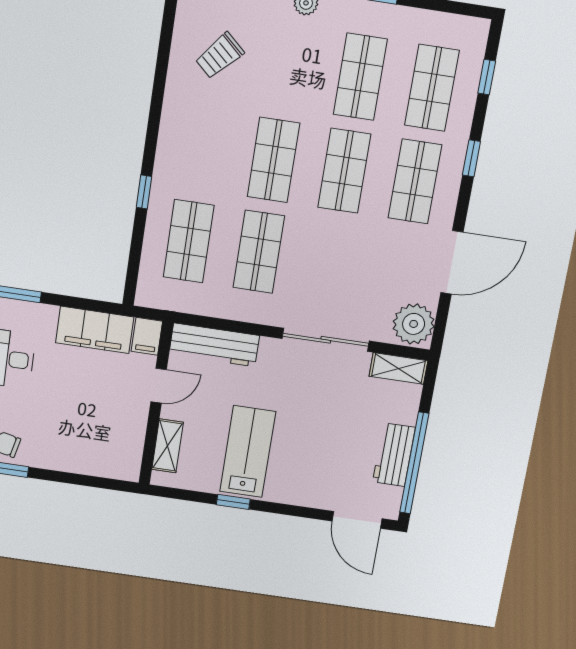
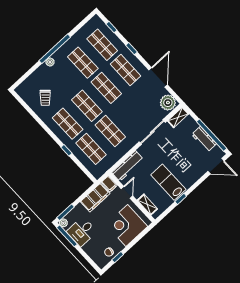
shop shelf: (202, 149) -> (68, 124), added
corner desk: (91, 438) -> (127, 225), added

